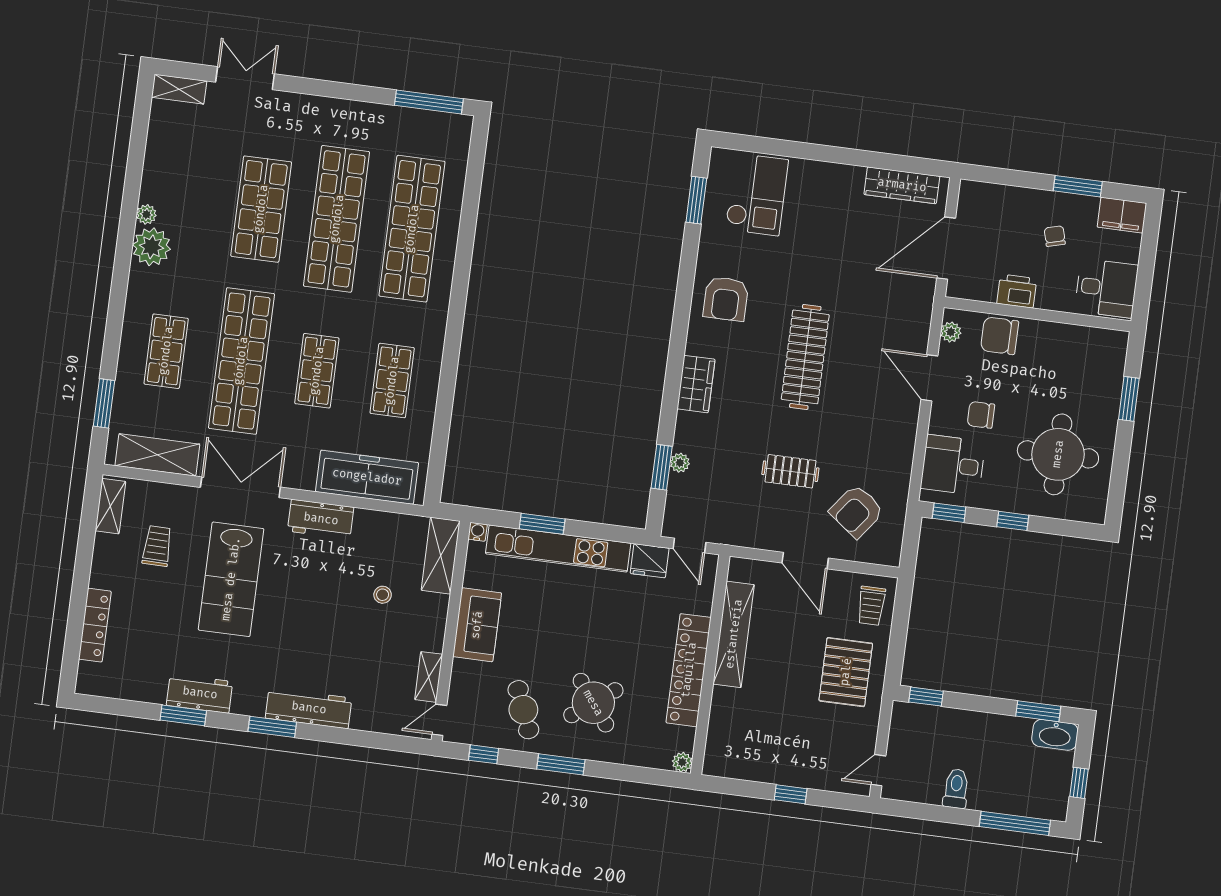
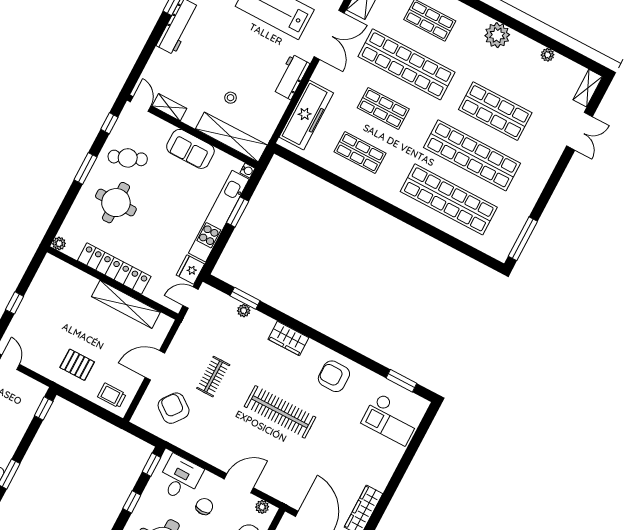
plant: (146, 214) -> (548, 55), moved
shelving: (441, 556) -> (231, 137), width x1.47
pallet: (846, 672) -> (77, 365), width x0.67, depth x0.71
round table: (593, 703) -> (116, 203), turned 37

